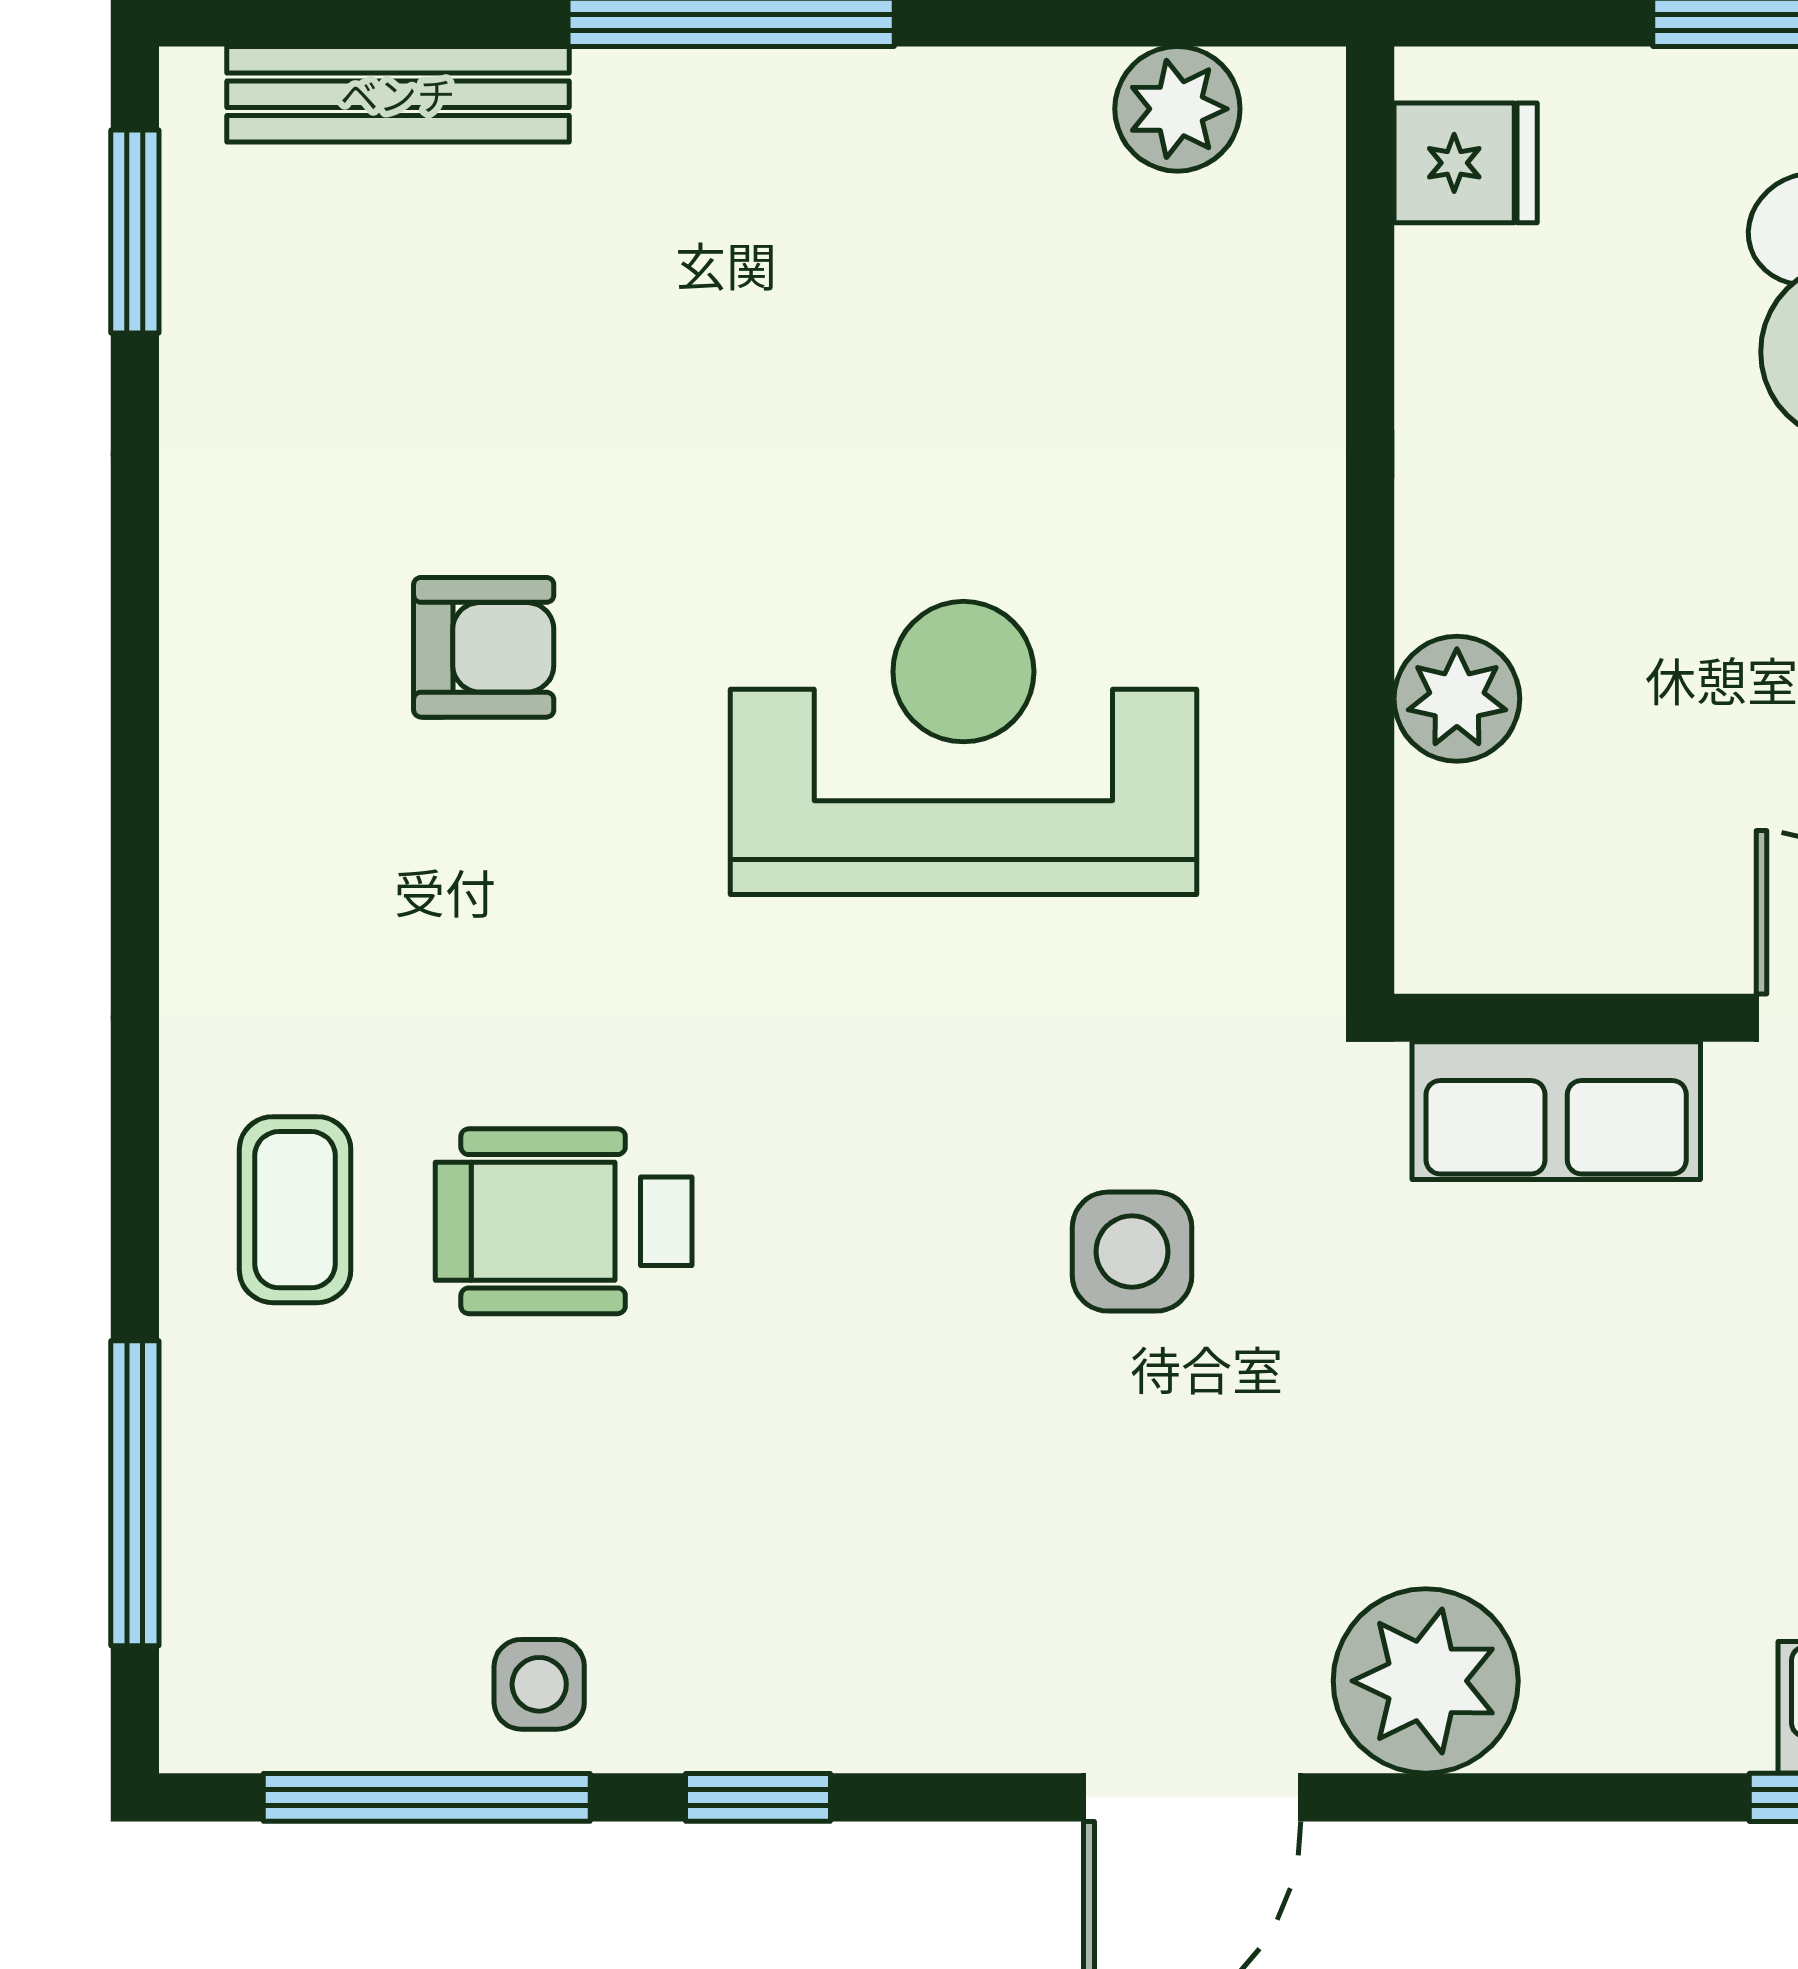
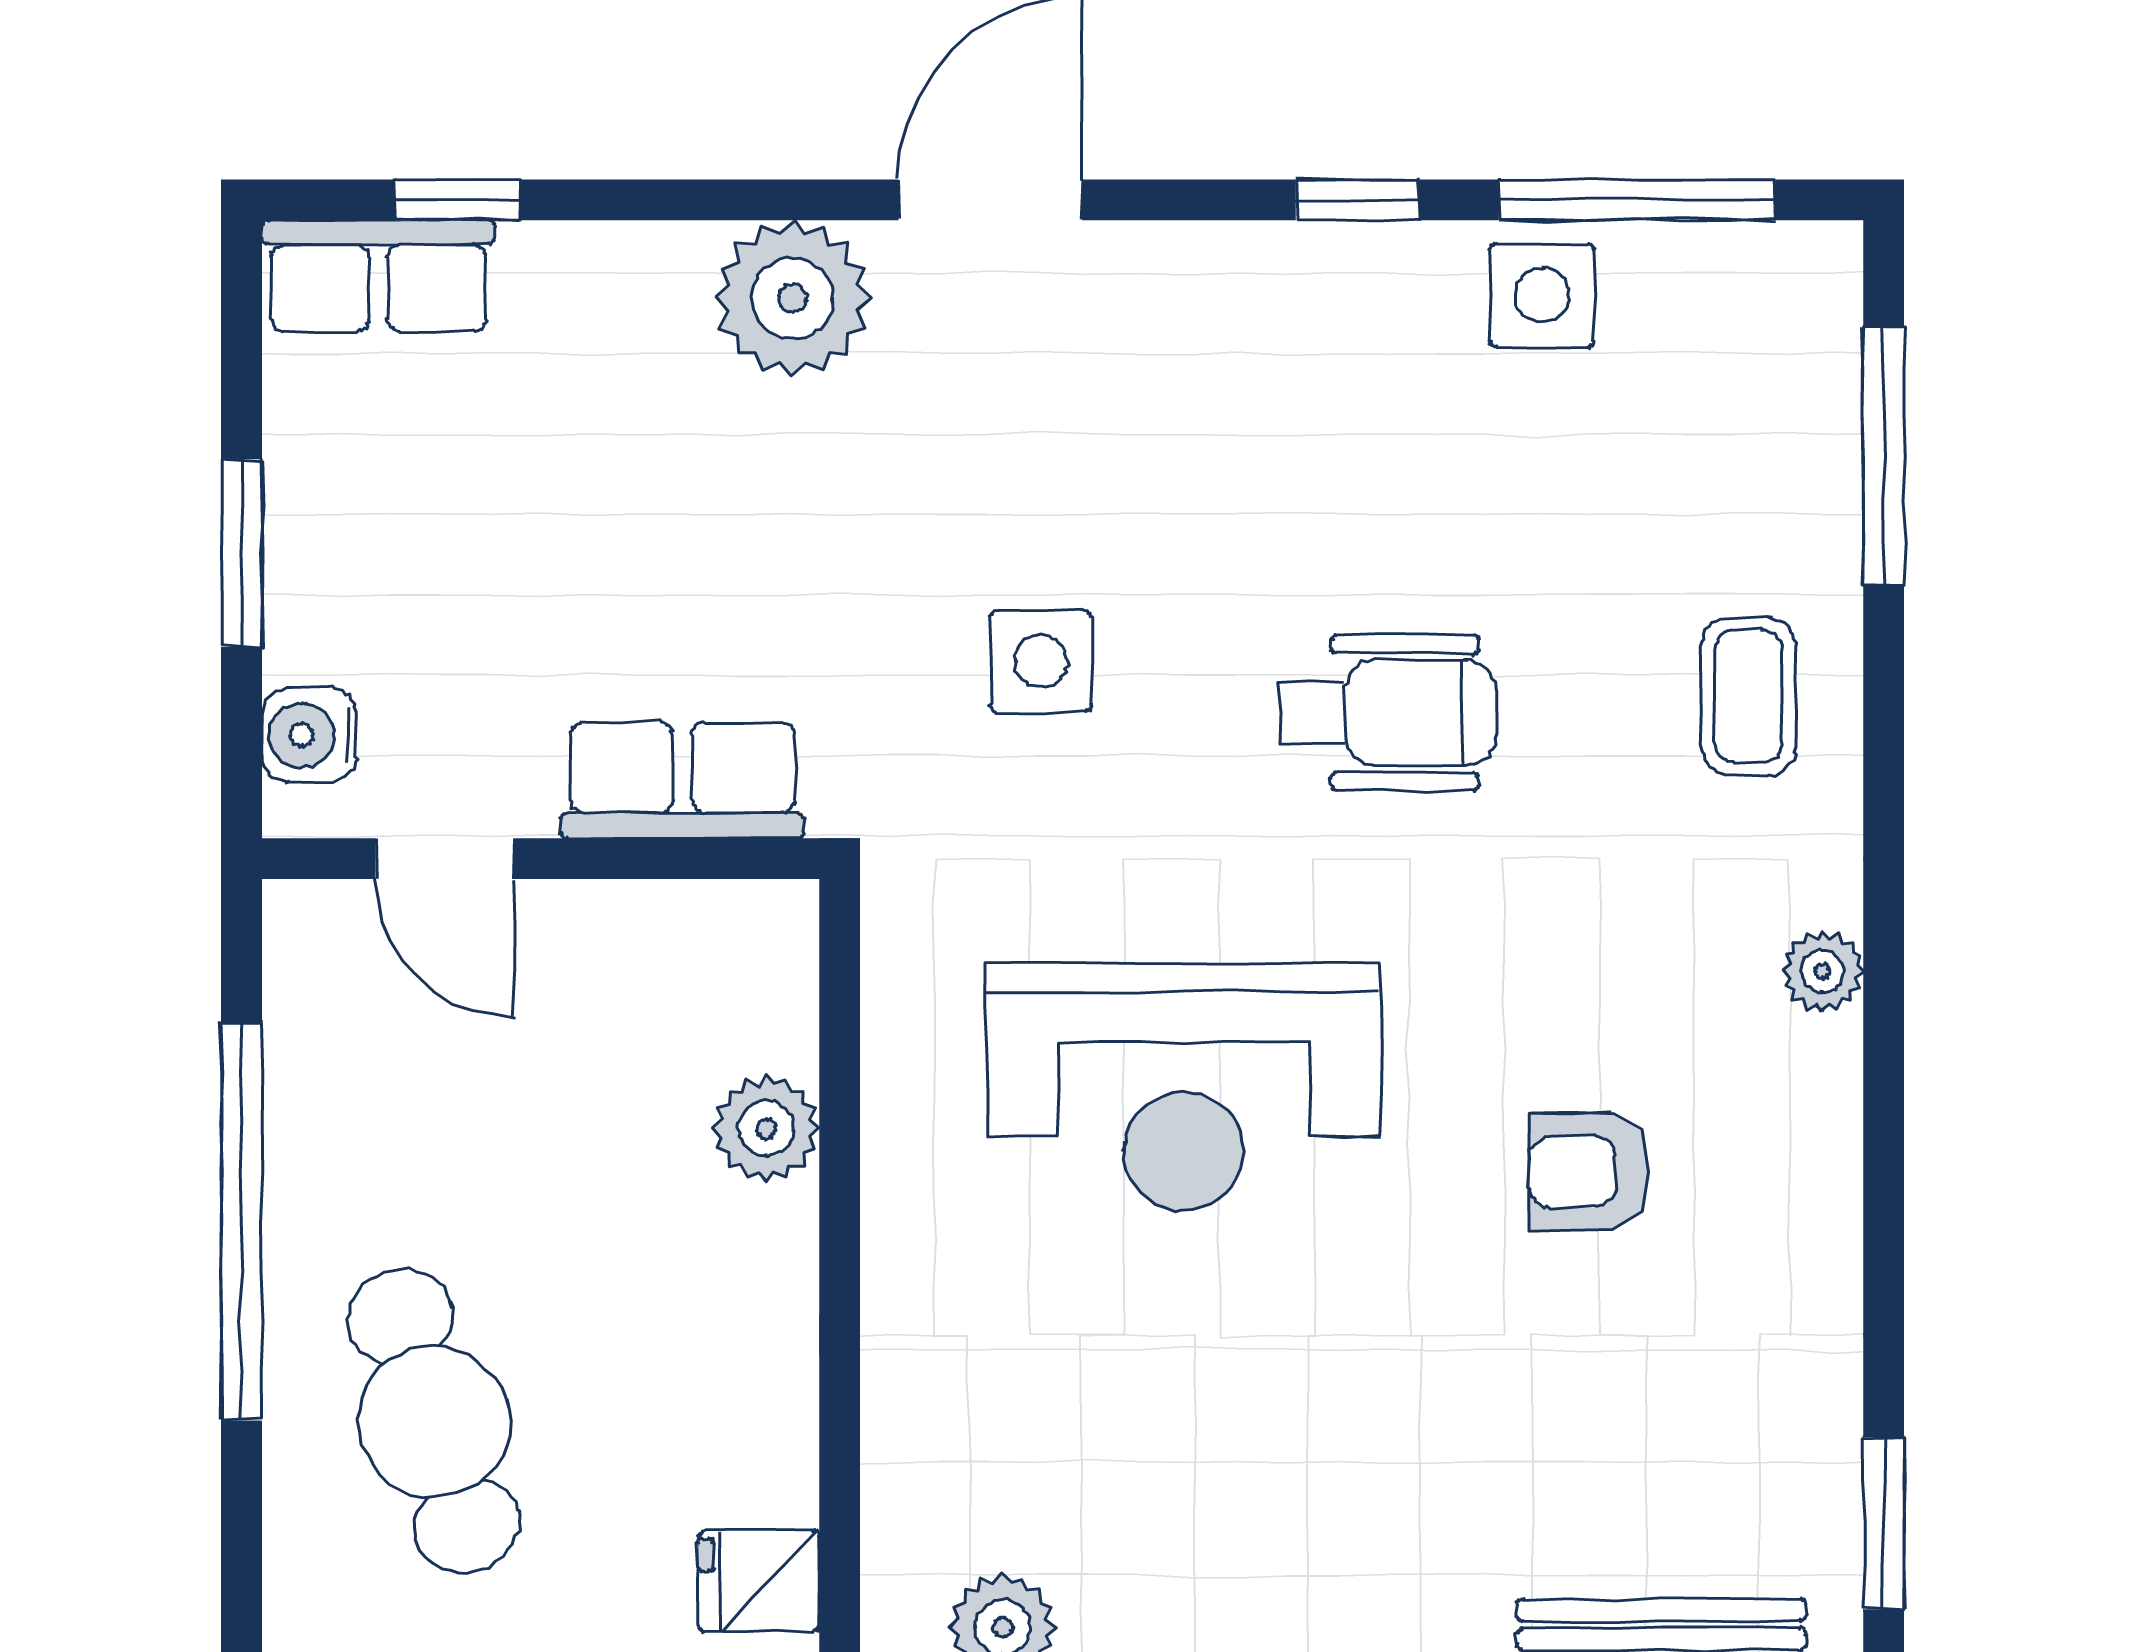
plant: (207, 884) -> (1823, 971), added
wheelchair: (564, 1221) -> (1388, 713), moved
side table: (539, 1684) -> (1542, 295), width x1.37, depth x1.37

